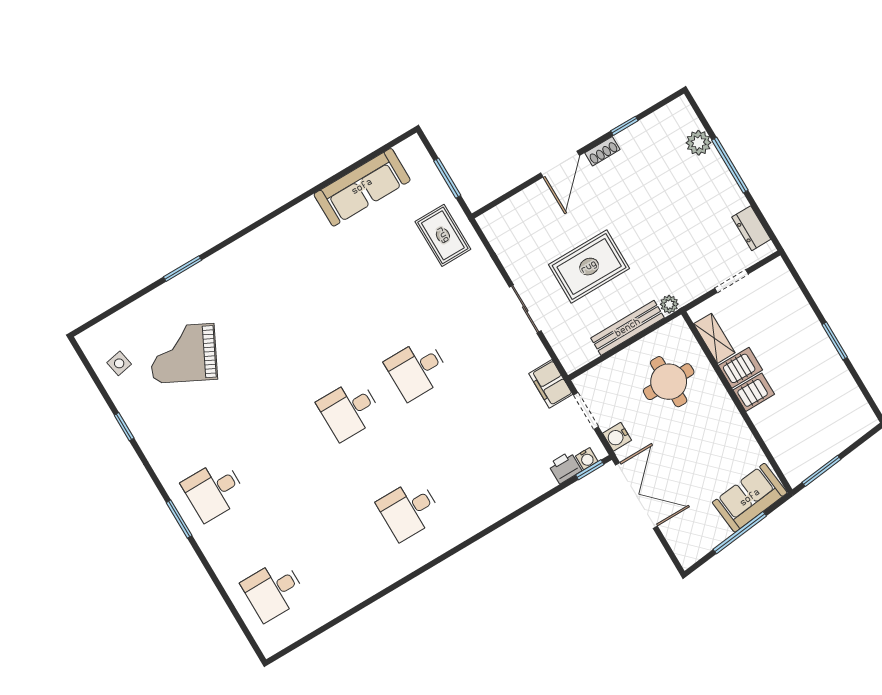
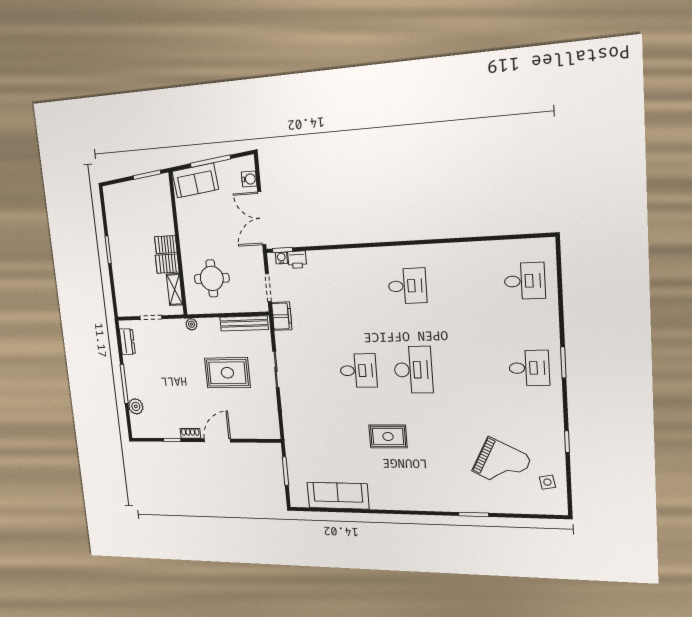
rug: (443, 235) -> (388, 436), moved, turned 90
bench: (628, 328) -> (244, 323), moved
desk: (349, 410) -> (413, 370), width x1.37
water cooler: (617, 437) -> (249, 179), moved

